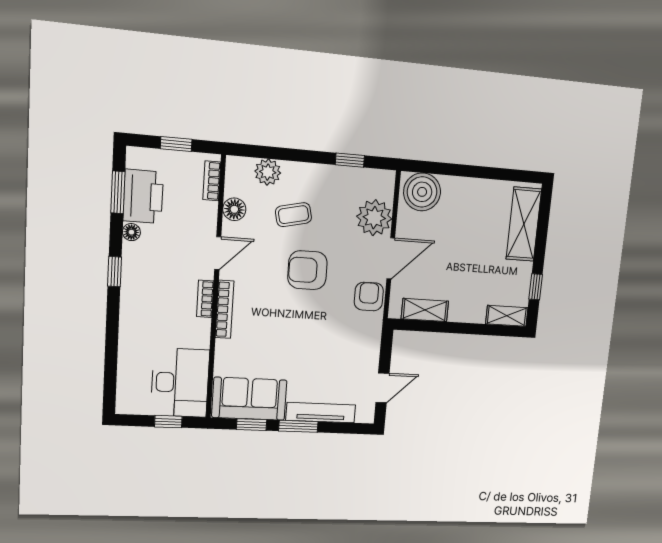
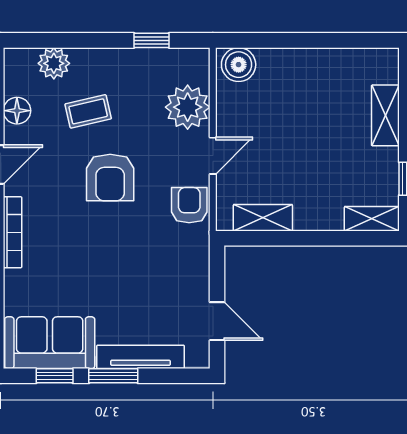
boiler: (422, 192) -> (239, 65), width x0.73, depth x0.73
shelving: (524, 224) -> (385, 115), width x0.67, depth x0.75
door: (391, 258) -> (213, 156), width x0.73
armchair: (307, 270) -> (110, 177), turned -90
door: (382, 388) -> (217, 321), hinge flipped

